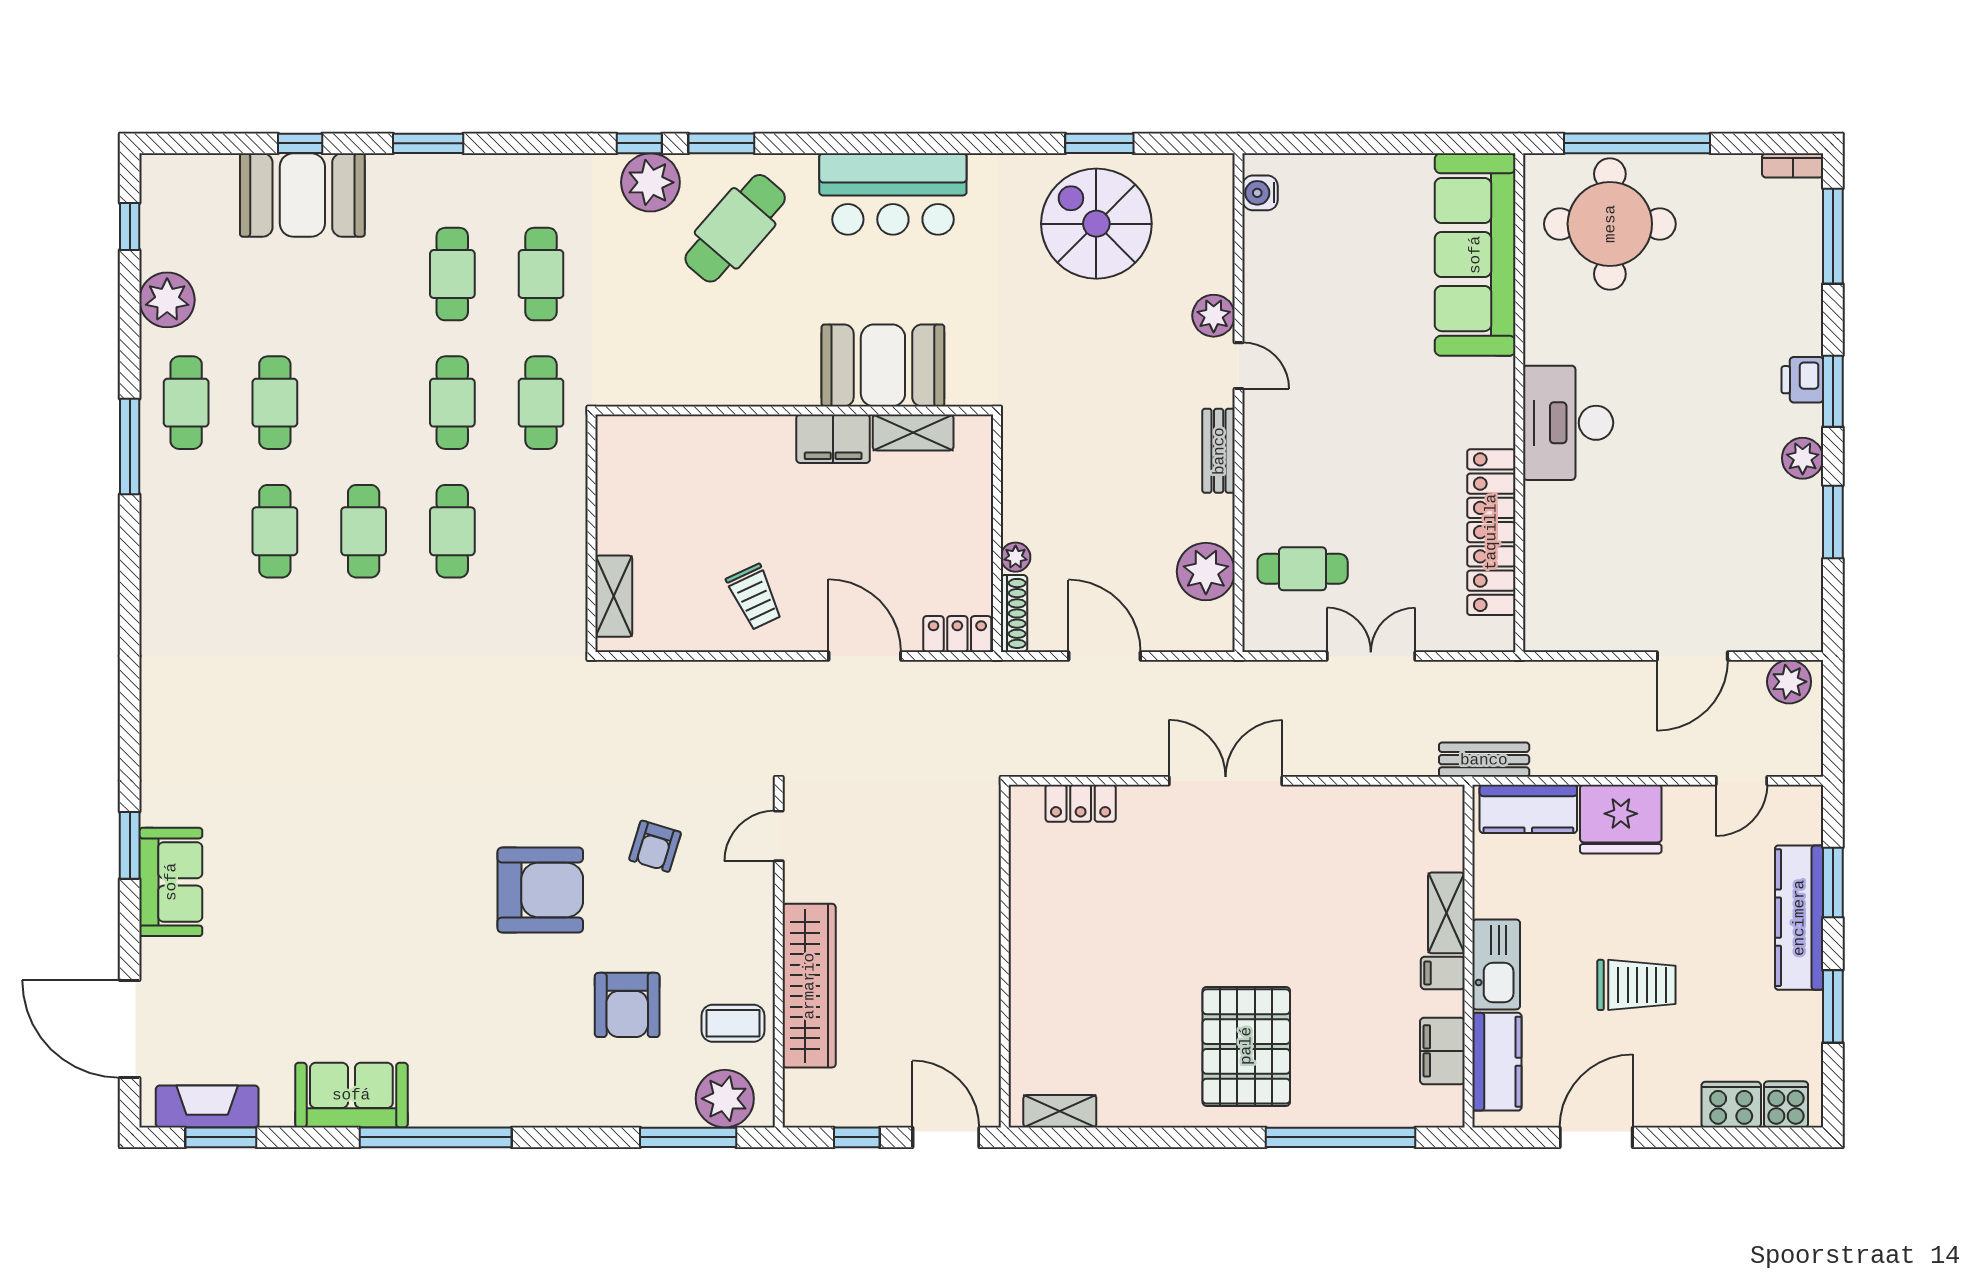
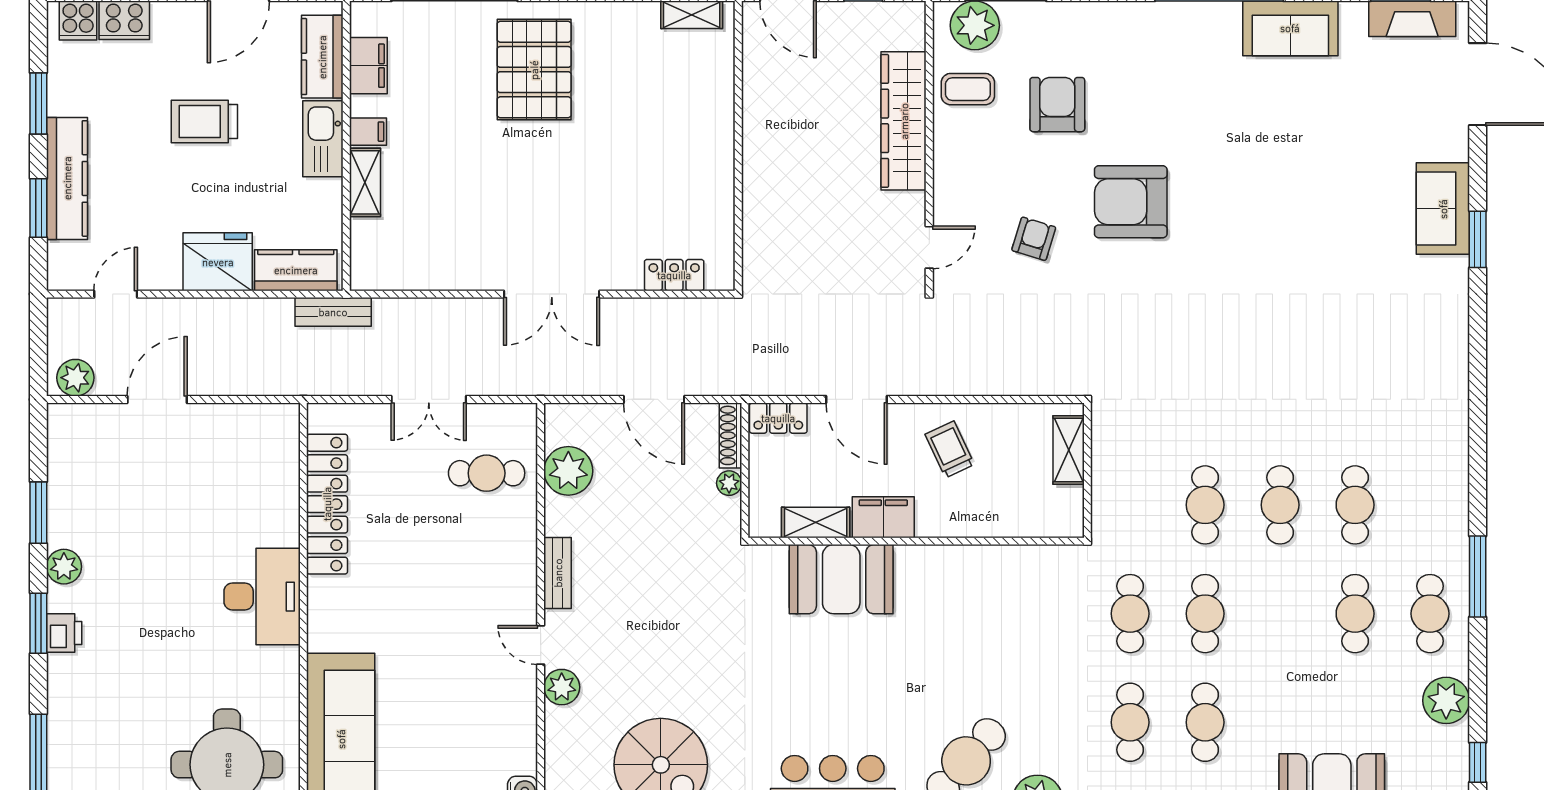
booth: (883, 365) -> (841, 579), moved
wall: (794, 410) -> (916, 541), moved
shelving: (913, 432) -> (816, 523), moved
filing cabinet: (833, 439) -> (883, 517), moved

